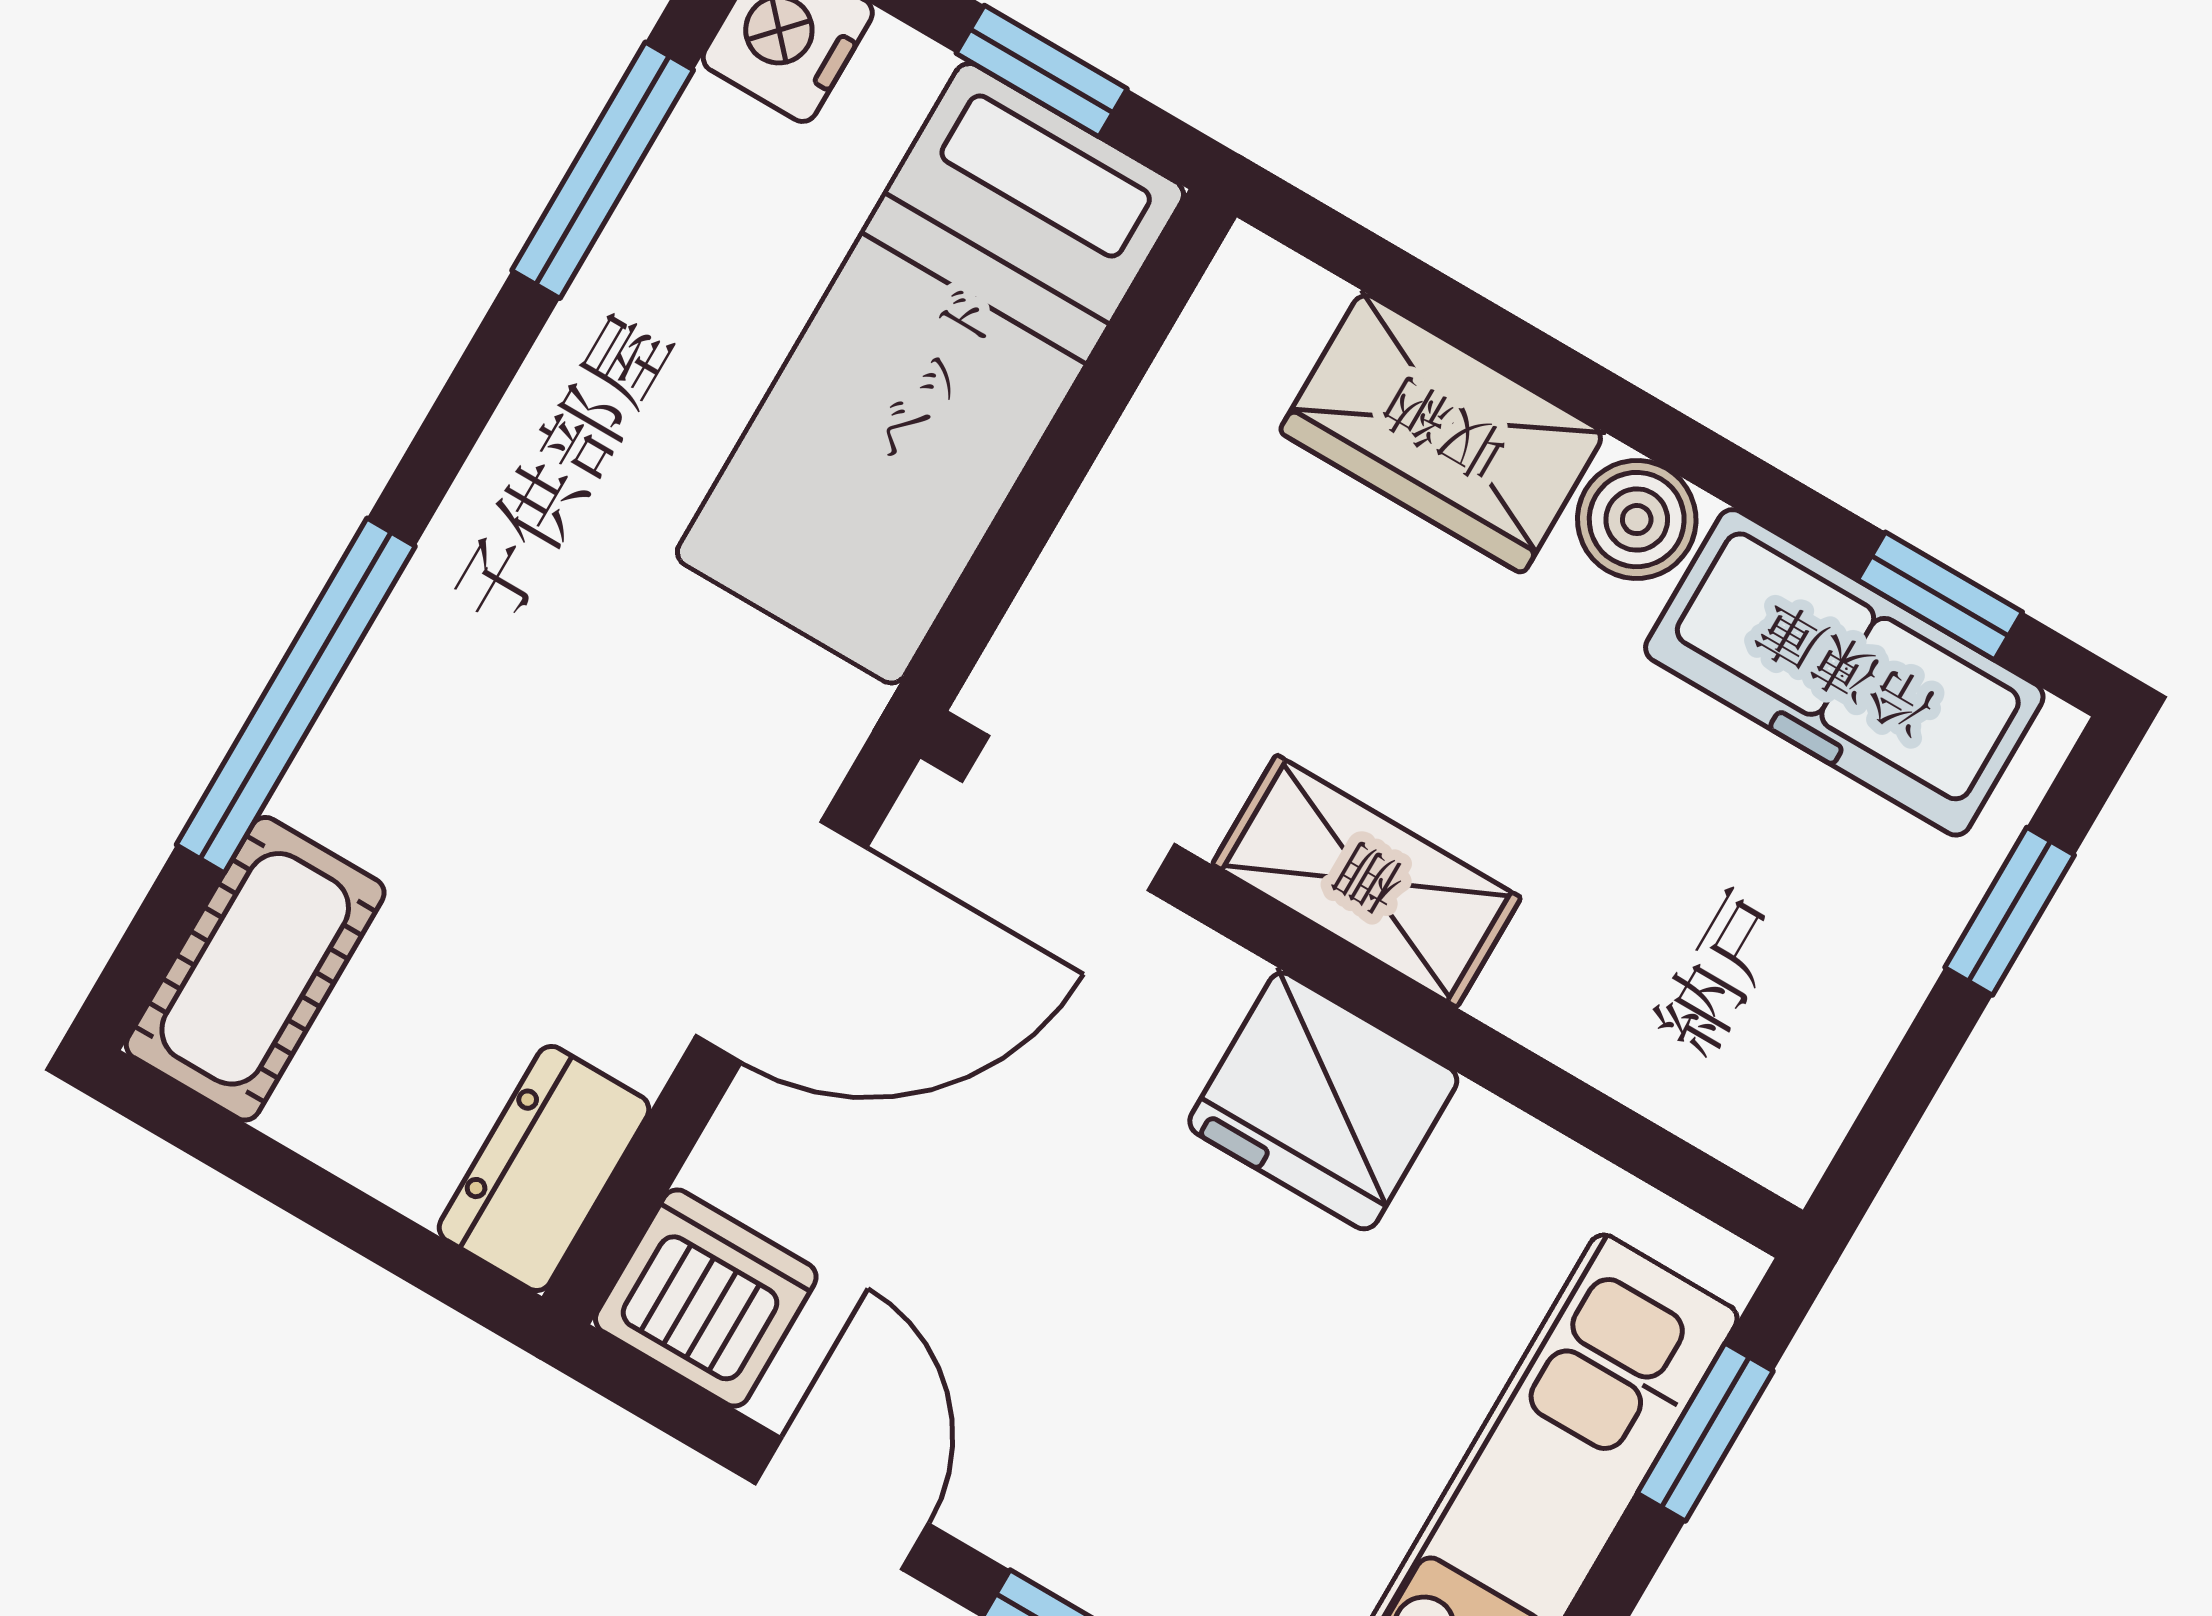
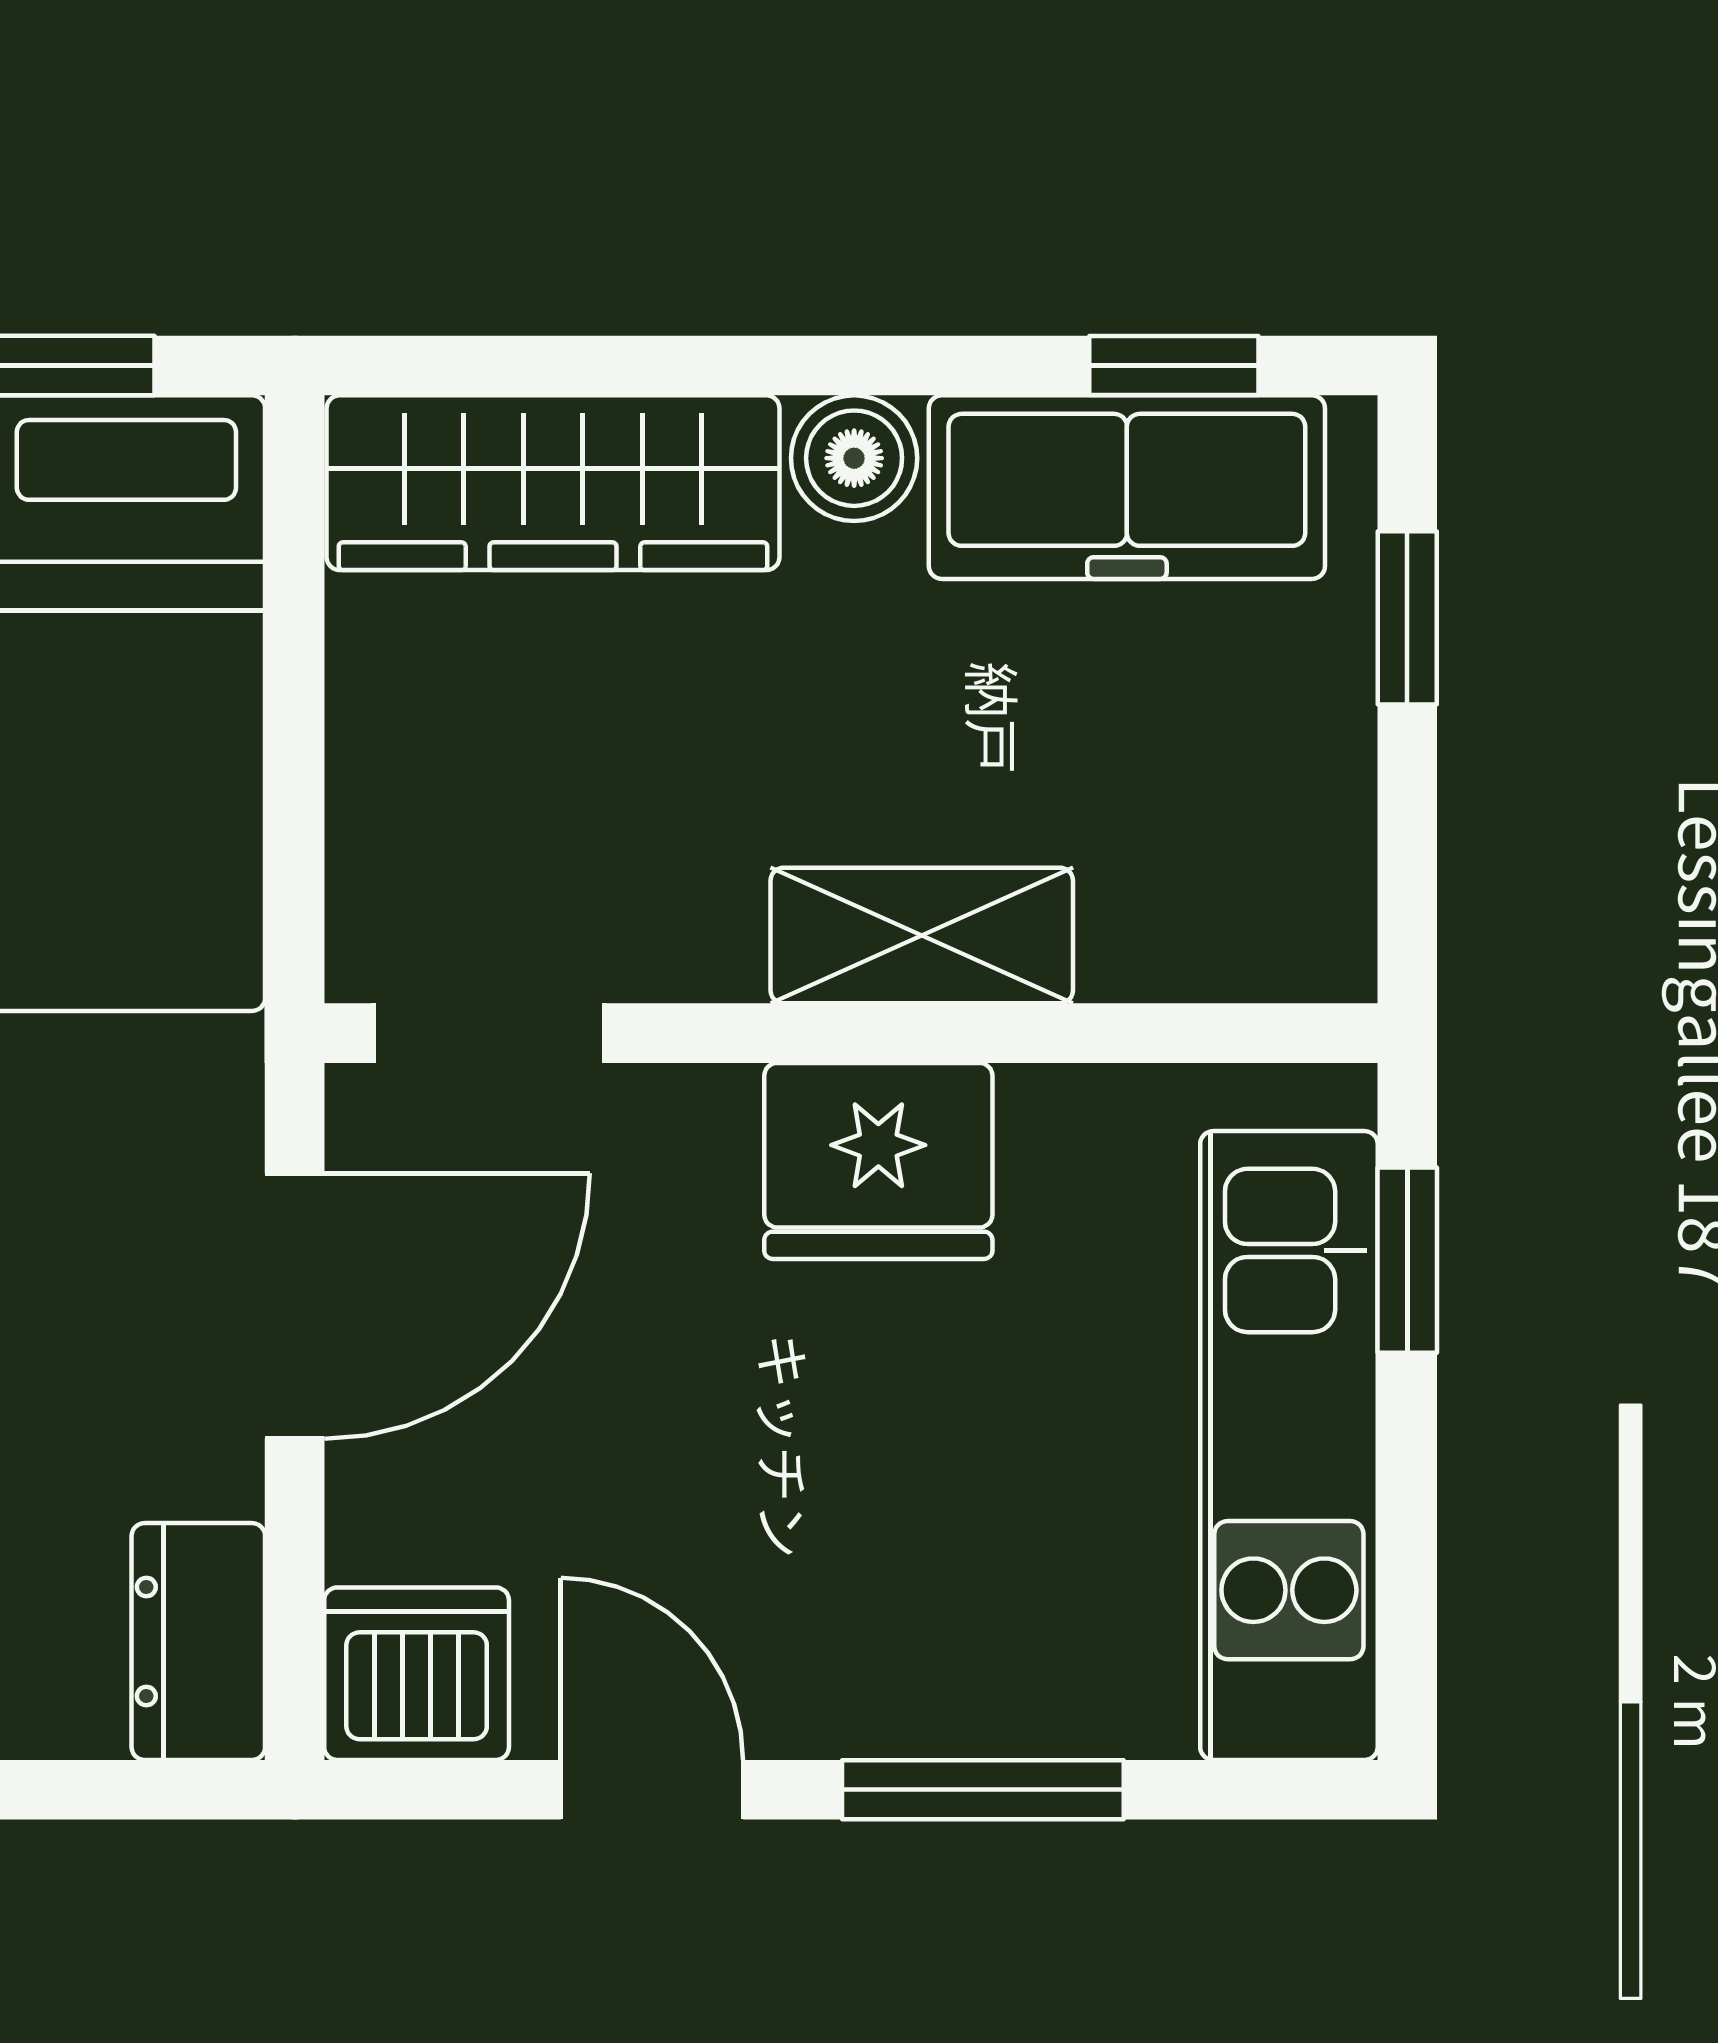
wardrobe: (1442, 432) -> (553, 483), width x1.50
shelving: (1367, 881) -> (922, 935), moved

